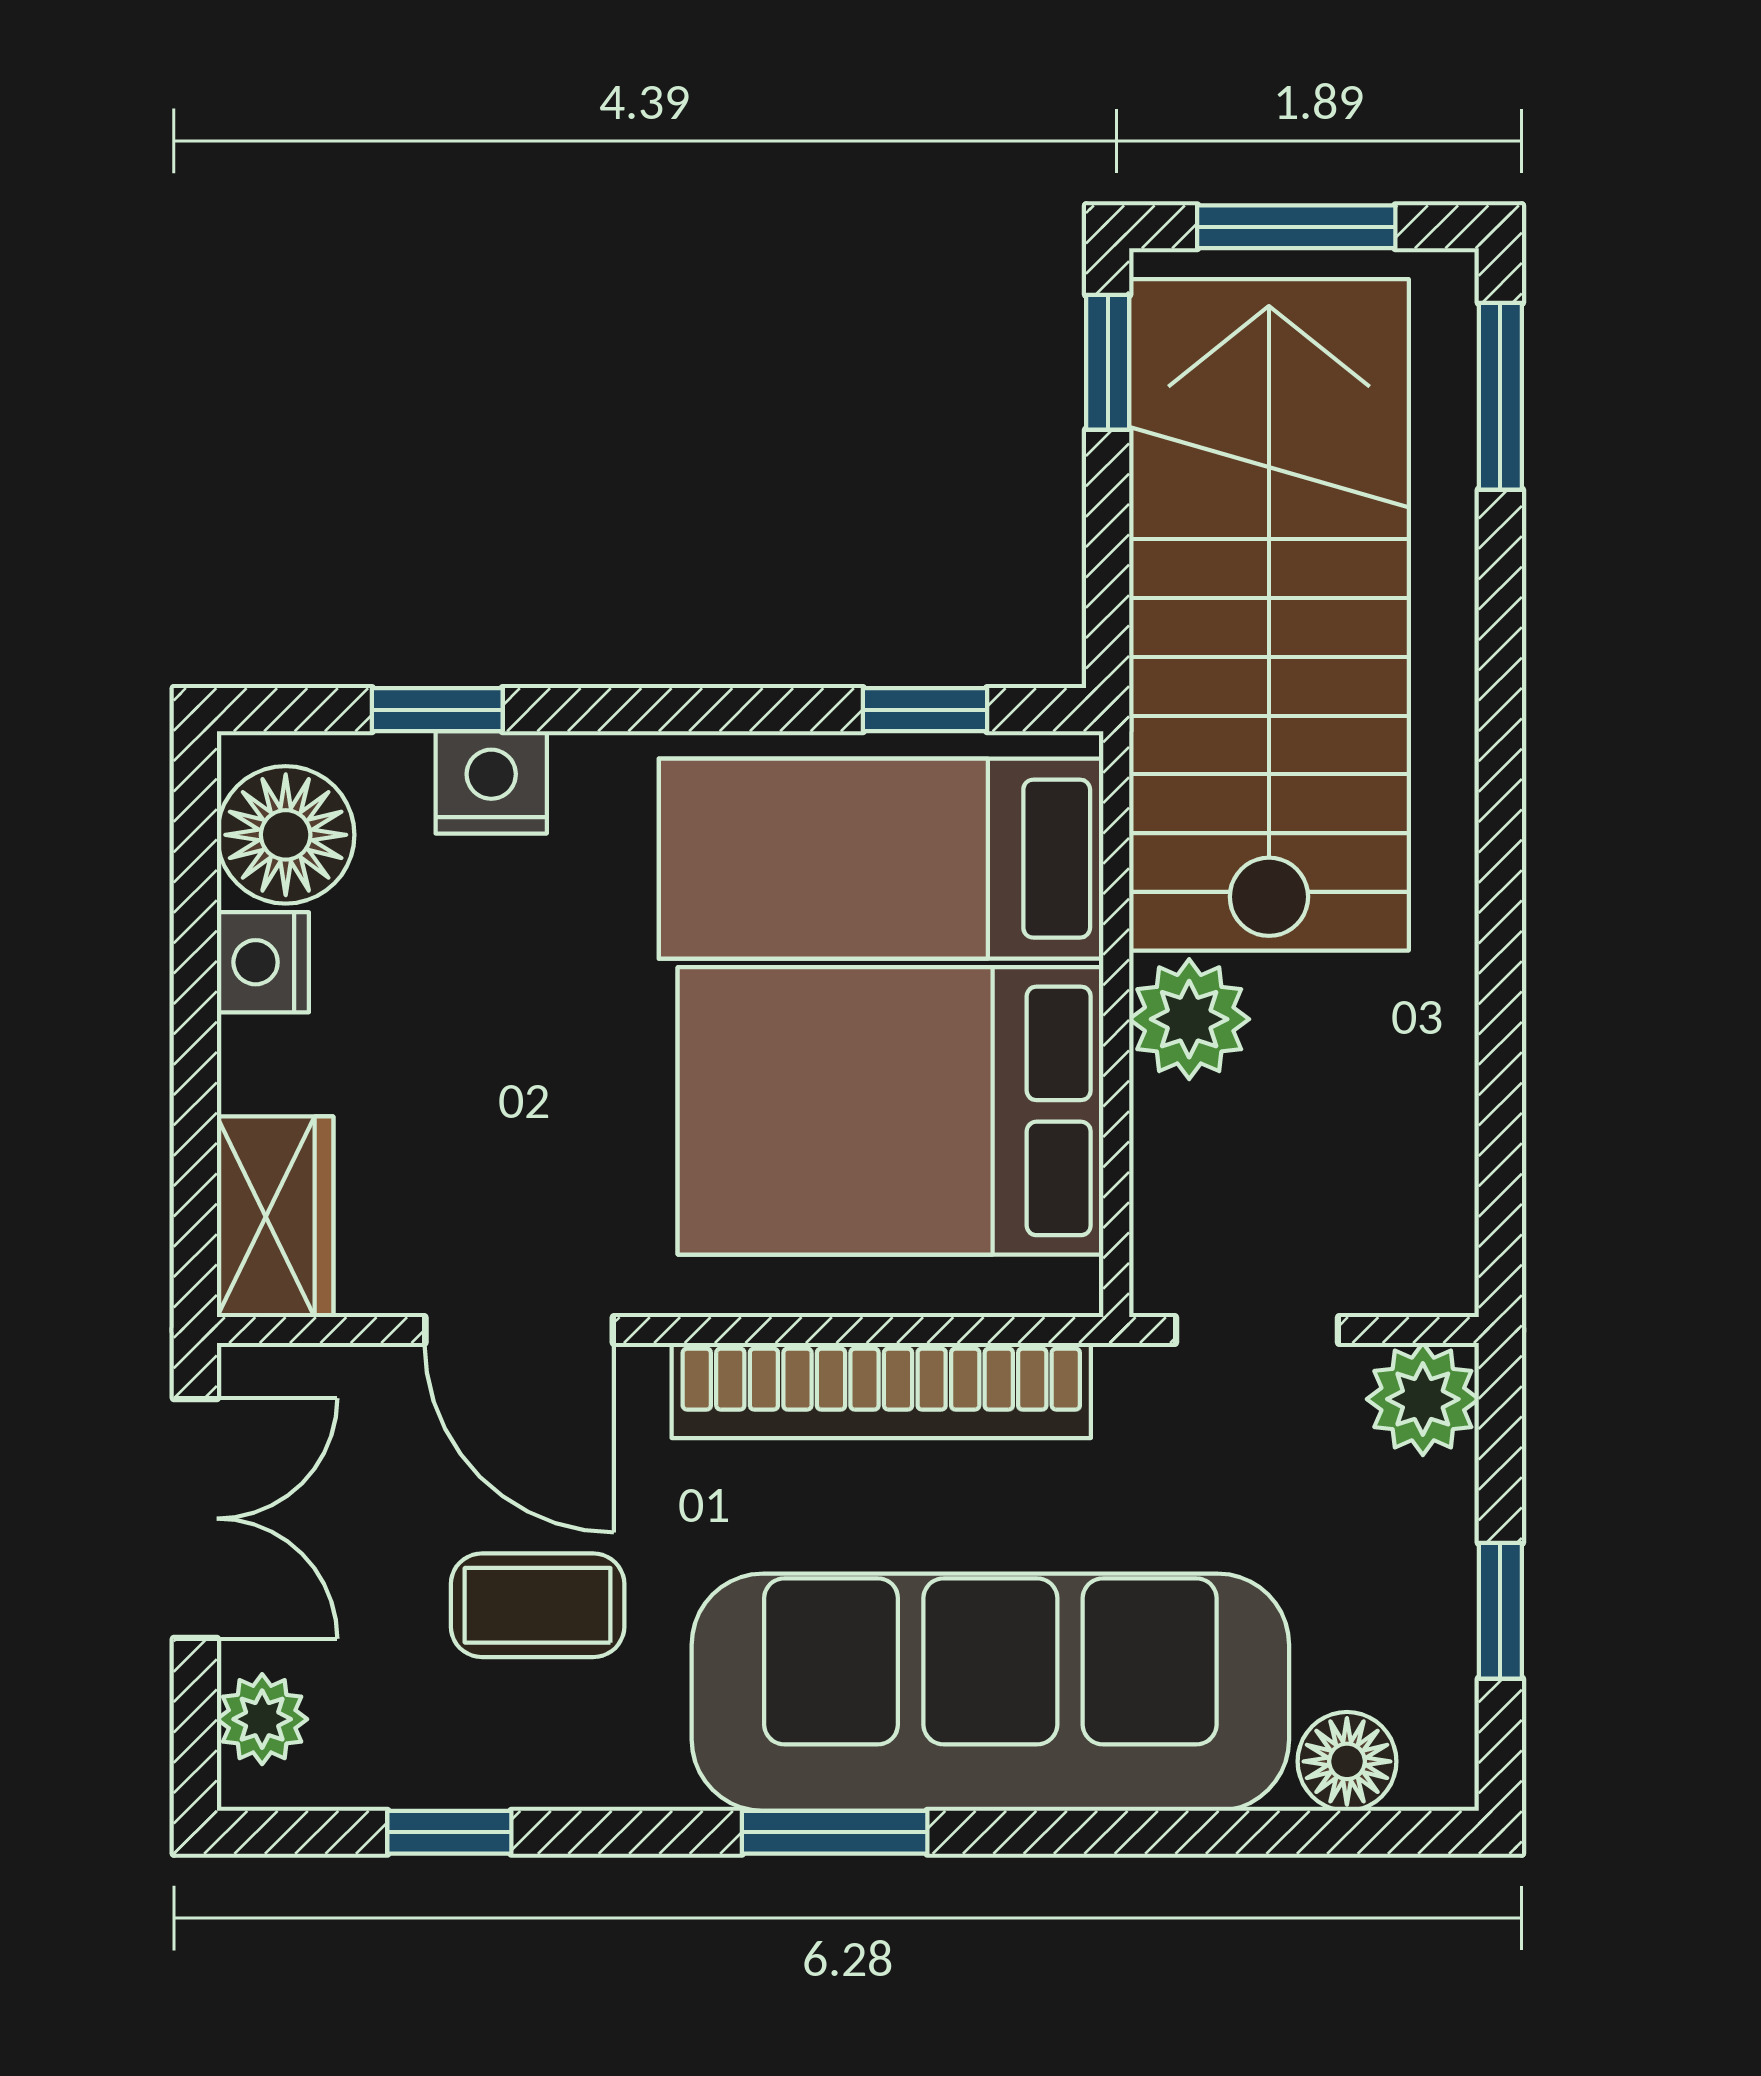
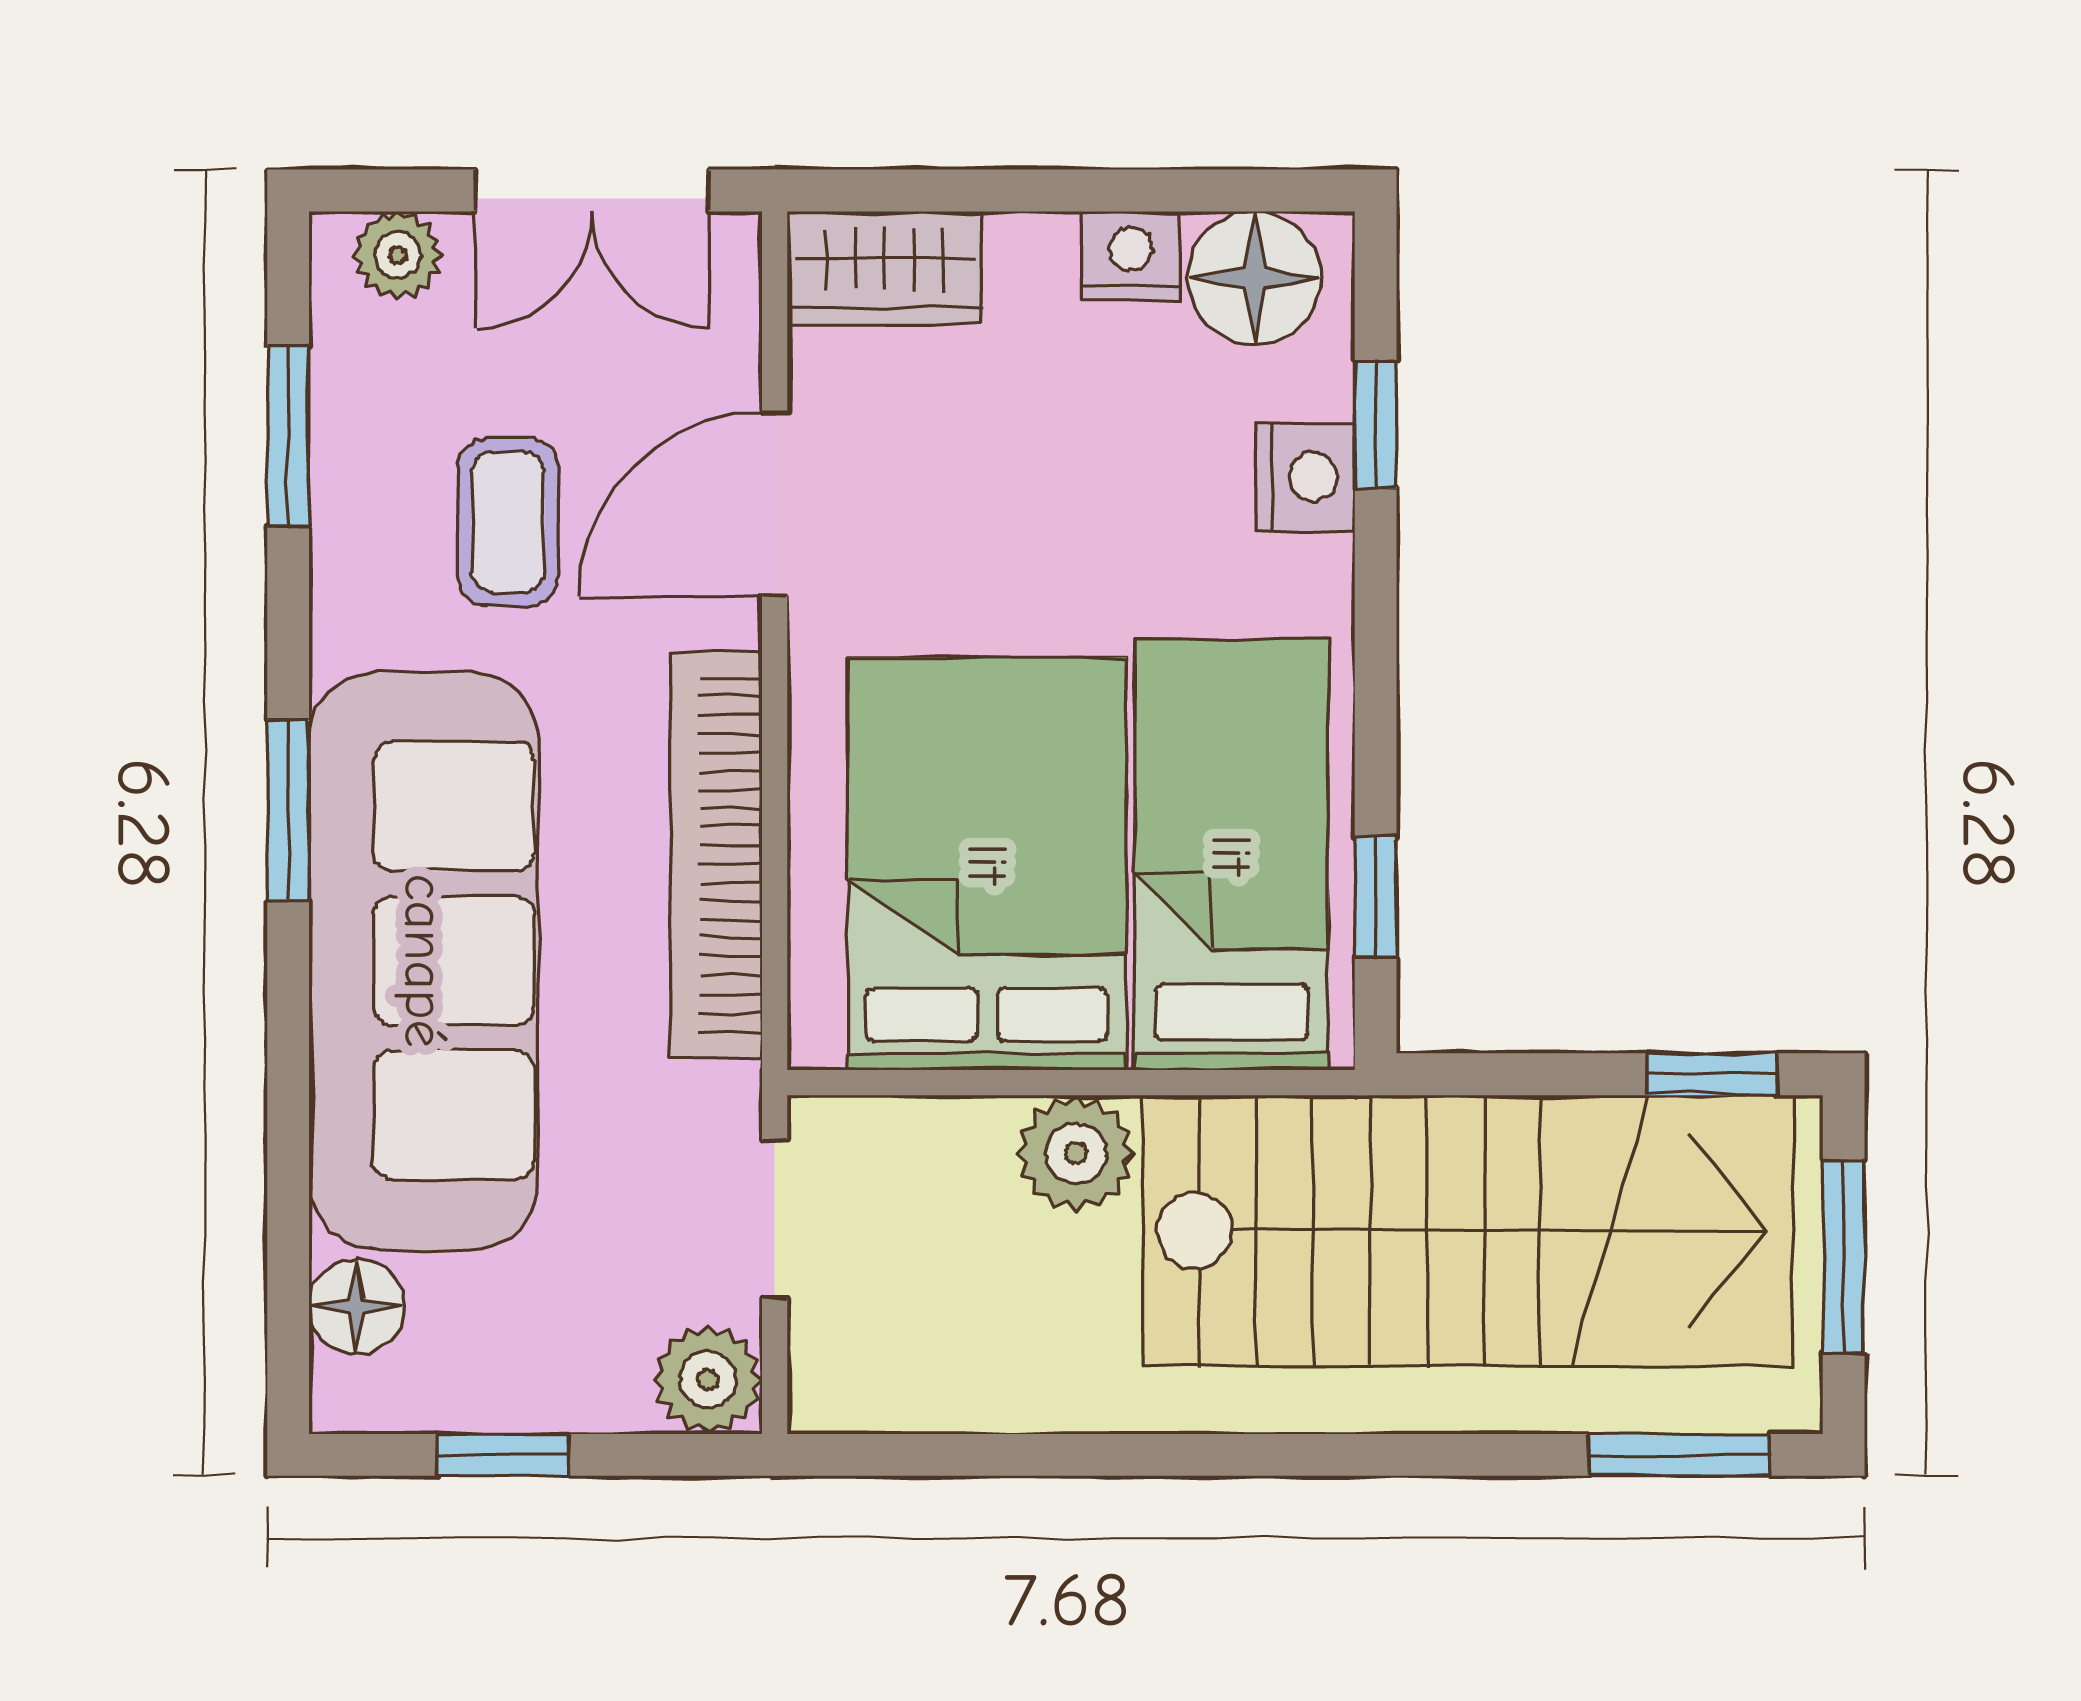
window: (449, 1832) -> (288, 437), width x1.50

